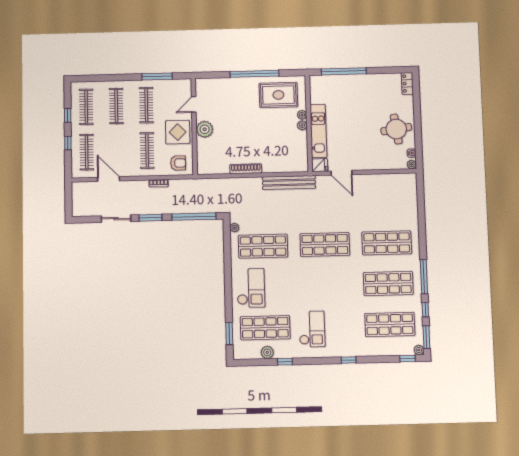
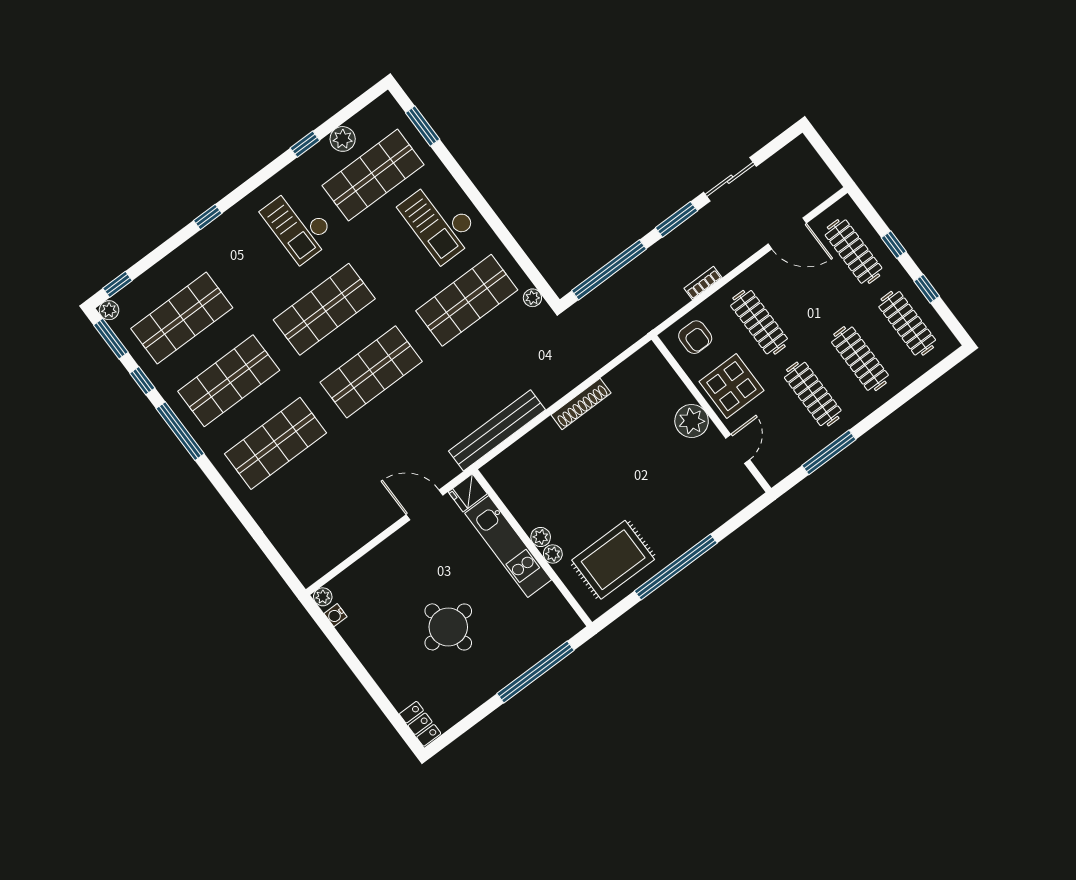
round table: (396, 129) -> (448, 627), moved
armchair: (178, 163) -> (695, 337), turned -90
shop shelf: (326, 285) -> (324, 309), added

